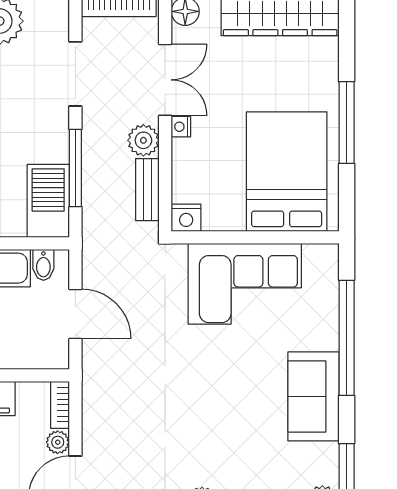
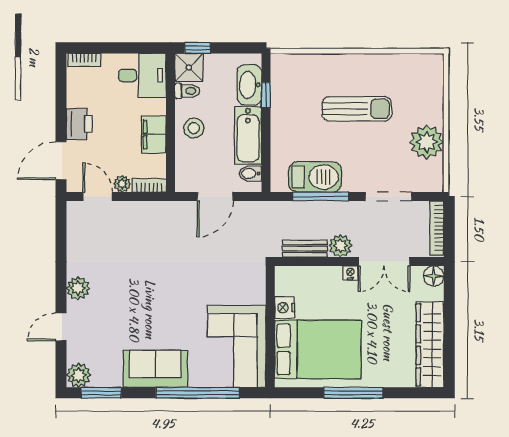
barbecue: (48, 201) -> (315, 177), moved
nightstand: (186, 218) -> (284, 308), moved
corner sofa: (245, 284) -> (237, 346), moved

